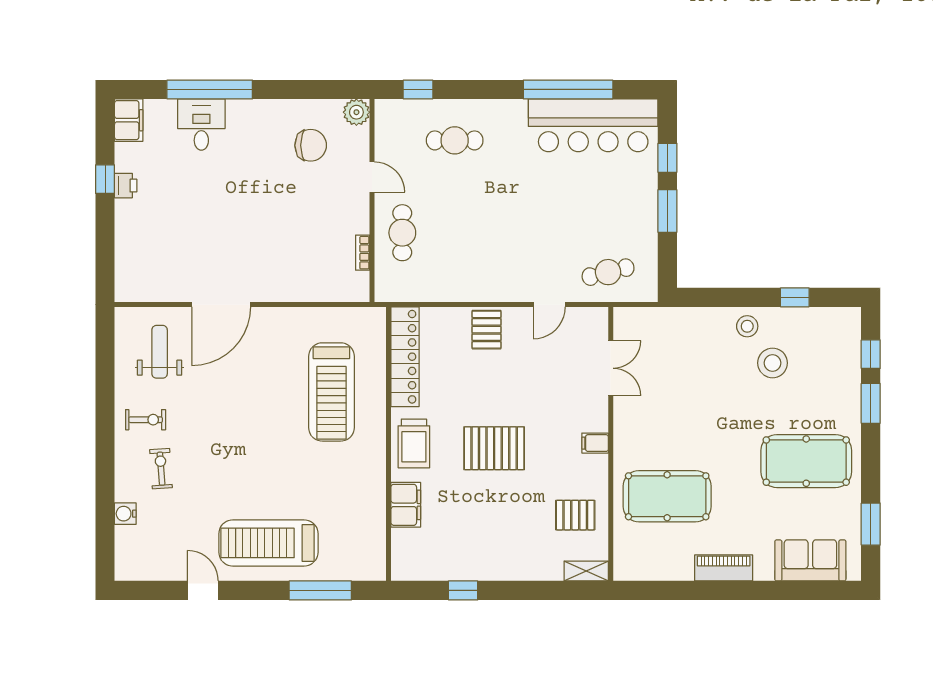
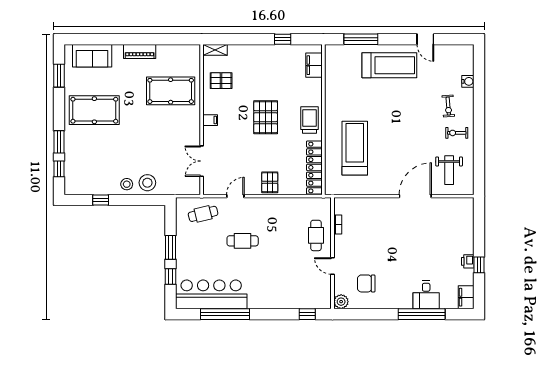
cafe table: (455, 140) -> (243, 241), moved
stool: (773, 363) -> (147, 183), moved
pallet: (494, 448) -> (266, 117), turned 90
filing cabinet: (406, 505) -> (314, 65), moved

